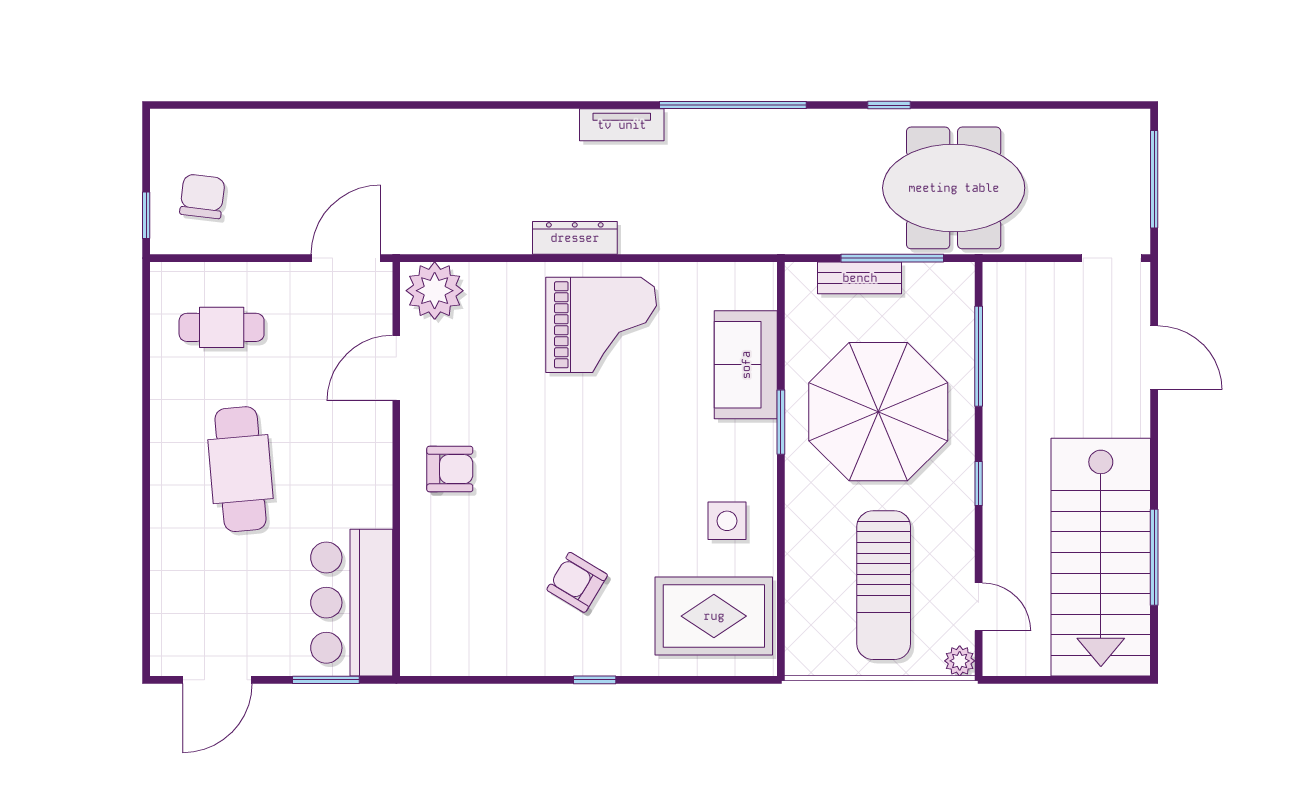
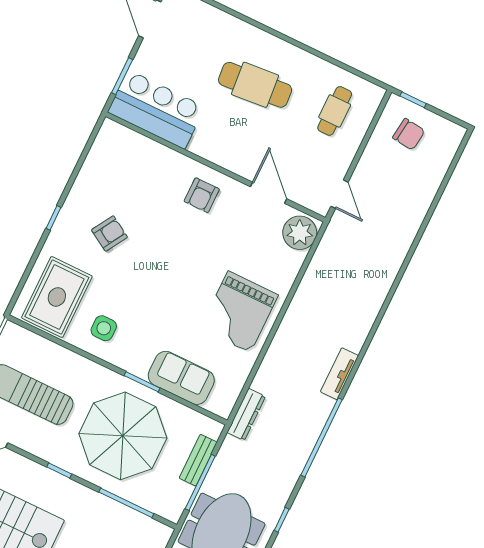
dresser: (575, 238) -> (246, 414), moved
door: (346, 258) -> (339, 194), width x0.73

